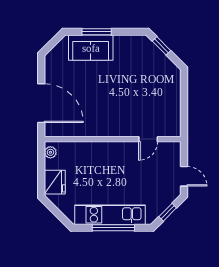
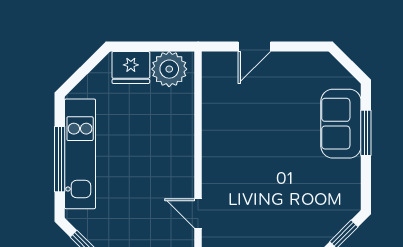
door: (41, 103) -> (254, 46), width x0.53
plant: (50, 152) -> (169, 69), width x1.87, depth x1.87

